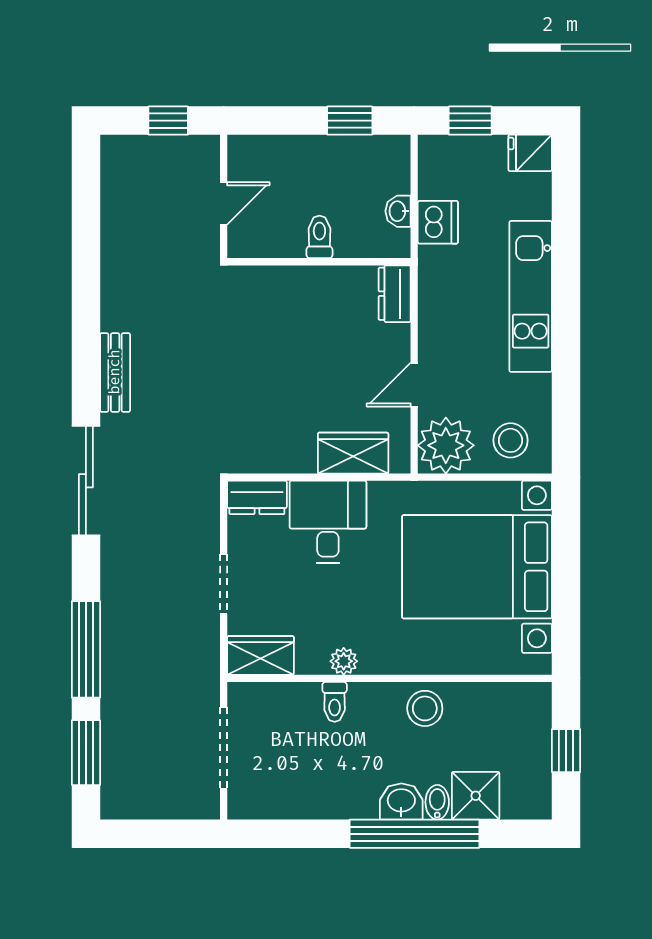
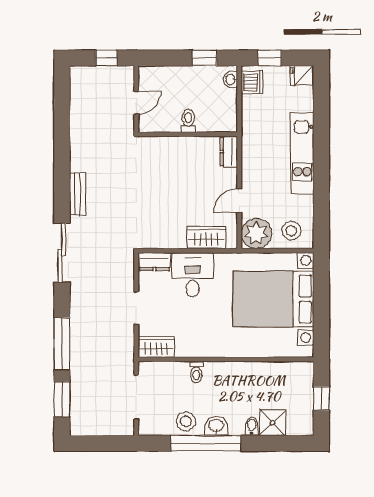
washbasin: (398, 211) -> (231, 80), moved
dishwasher: (438, 222) -> (252, 82), moved
plant: (344, 661) -> (201, 350), removed
stool: (425, 708) -> (186, 421), moved
washbasin: (401, 801) -> (216, 426), moved
window: (415, 834) -> (206, 443), moved

